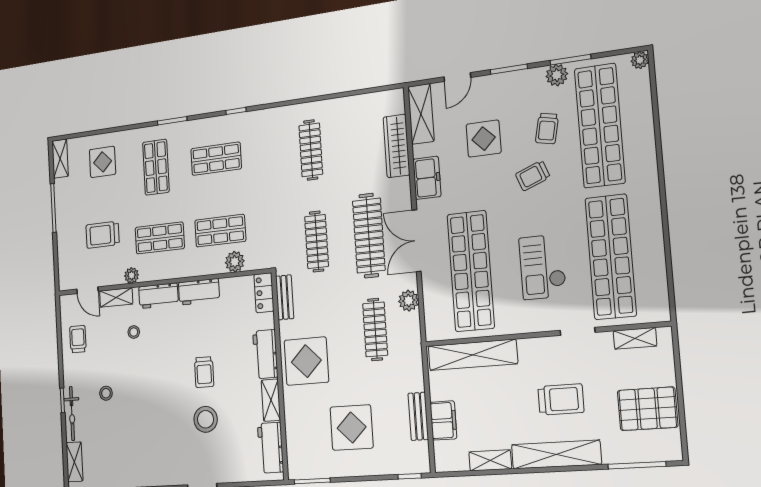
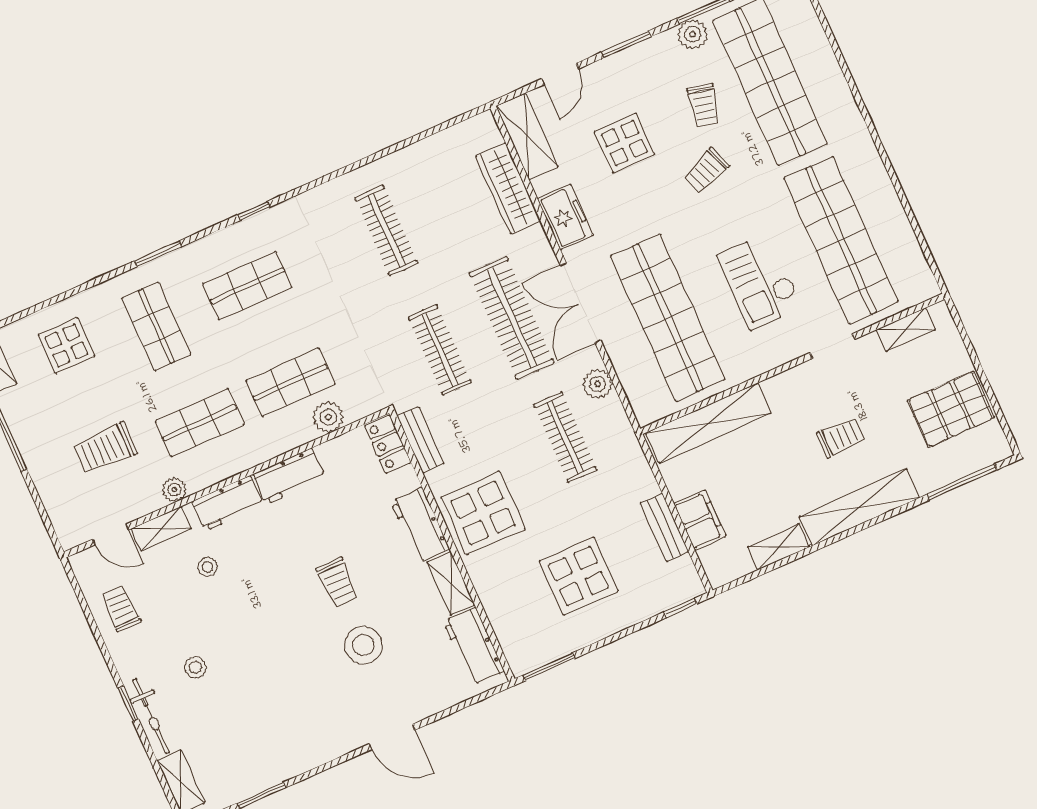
trolley: (561, 399) -> (841, 437), width x0.73, depth x0.72

